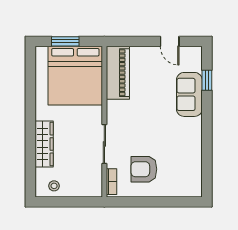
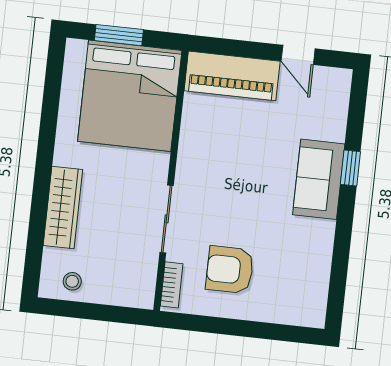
piano: (118, 73) -> (232, 76), moved, turned 90
window: (207, 80) -> (350, 168), moved
sofa: (189, 94) -> (319, 179), moved

